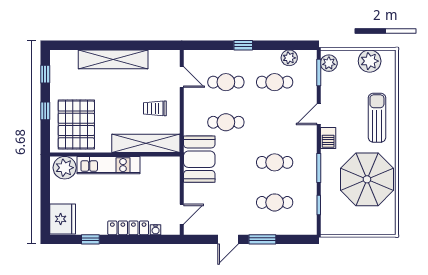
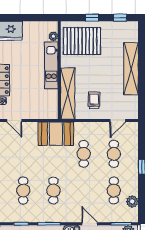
plant: (65, 168) -> (53, 36), width x0.53, depth x0.53

